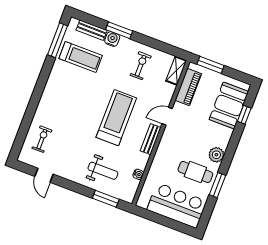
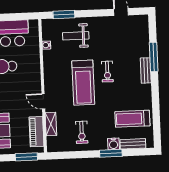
window: (58, 40) -> (154, 57), moved
shelving: (176, 71) -> (51, 124), moved
door: (167, 116) -> (43, 101), swing flipped
exercise bike: (42, 139) -> (107, 72), moved
bench: (151, 139) -> (146, 70), moved

